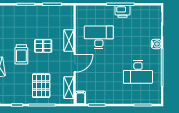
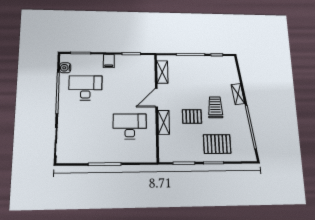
printer: (122, 11) -> (102, 156), removed
desk: (99, 37) -> (130, 126), turned 180
water cooler: (156, 44) -> (65, 68), moved
pallet: (41, 86) -> (217, 144), moved, turned 90
filing cabinet: (81, 98) -> (109, 61), moved

